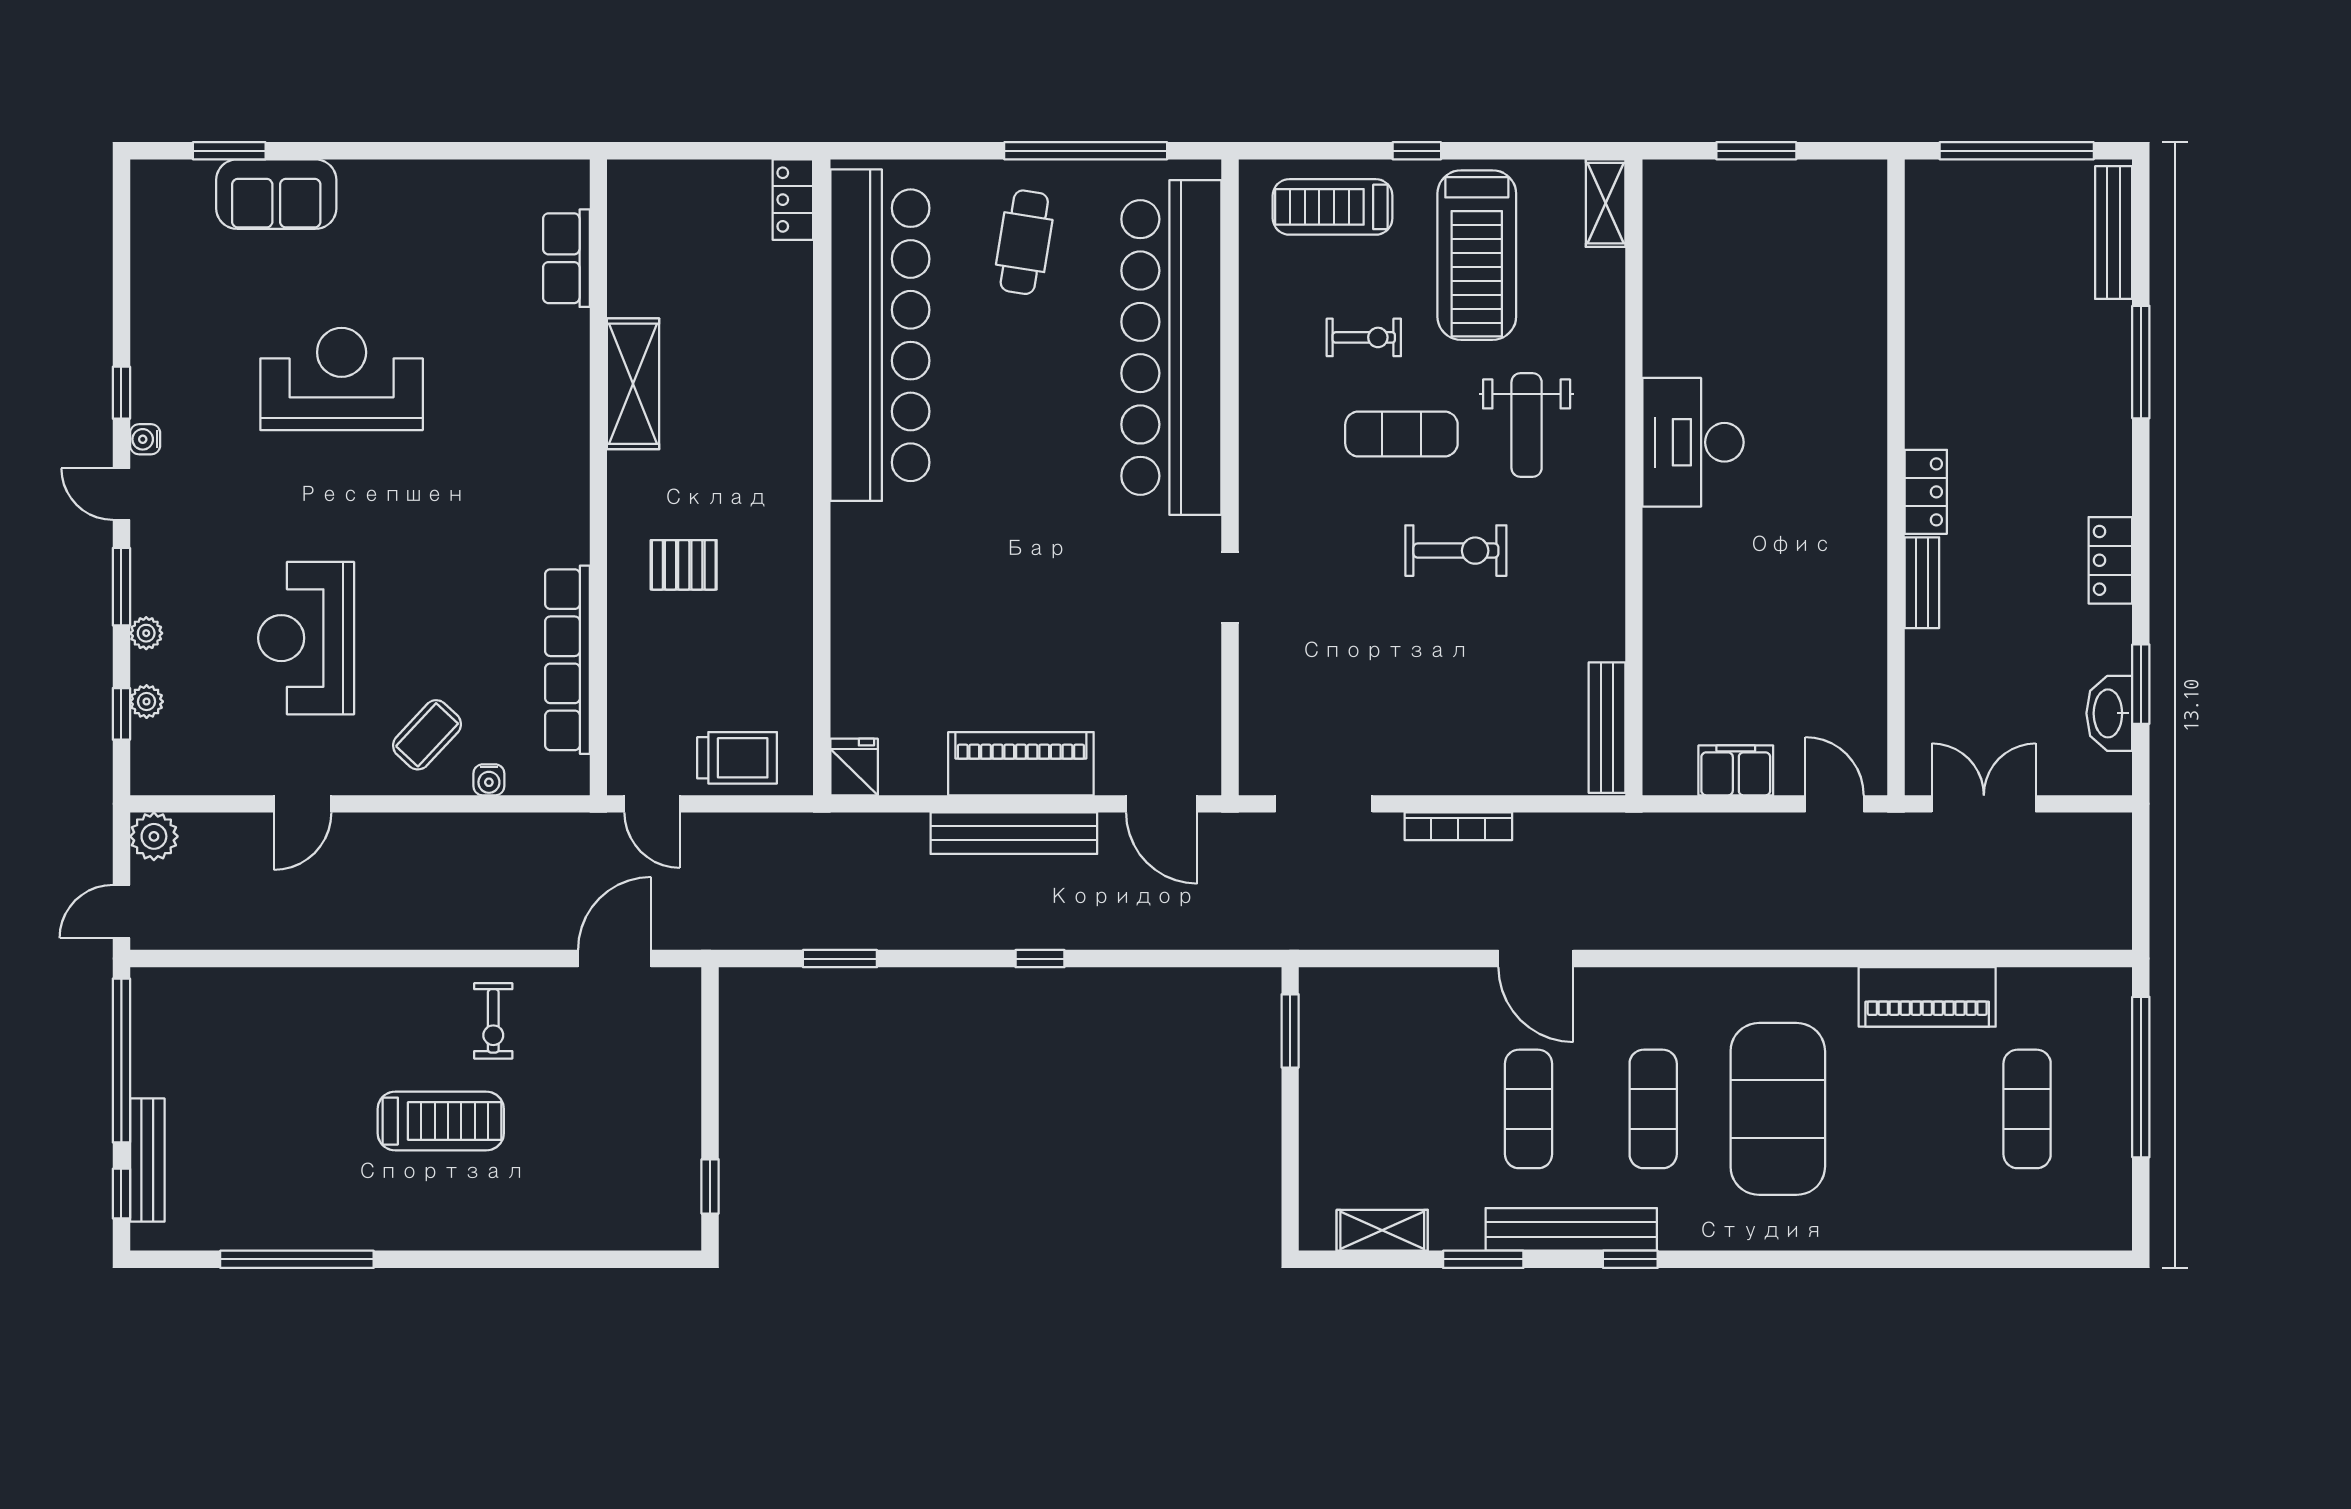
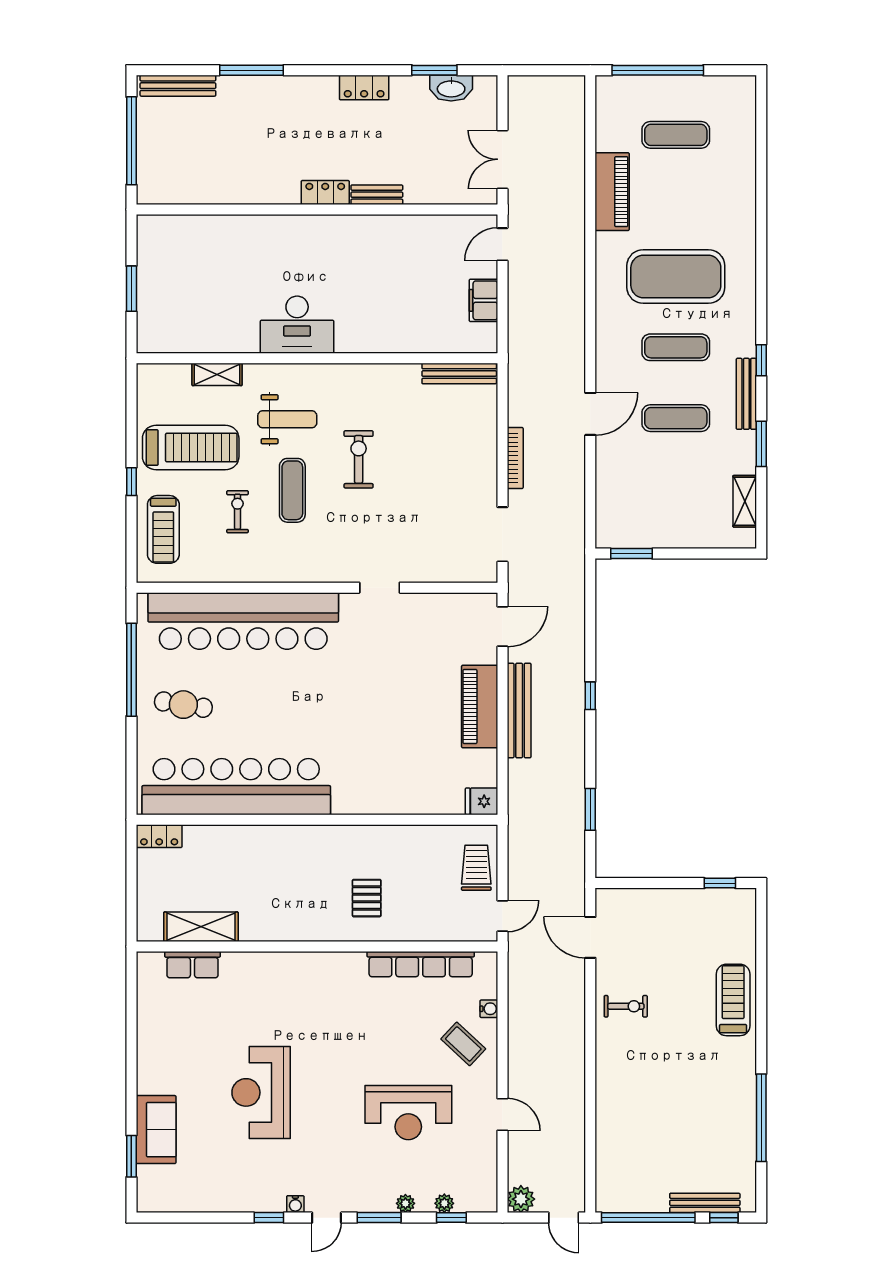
shelving: (1606, 203) -> (217, 374), moved
shelving: (633, 384) -> (201, 927), moved
treadmill: (441, 1121) -> (733, 1000), moved
bench: (1571, 1229) -> (746, 394), width x0.73, depth x0.82

